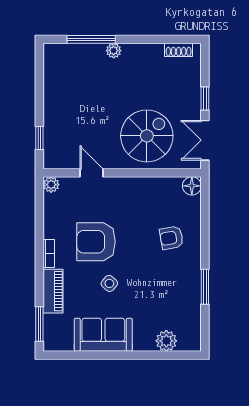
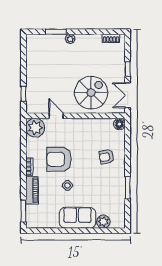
window: (91, 39) -> (56, 32), width x0.69
plant: (51, 185) -> (35, 128), width x1.88, depth x1.88
sofa: (103, 335) -> (78, 218), moved

